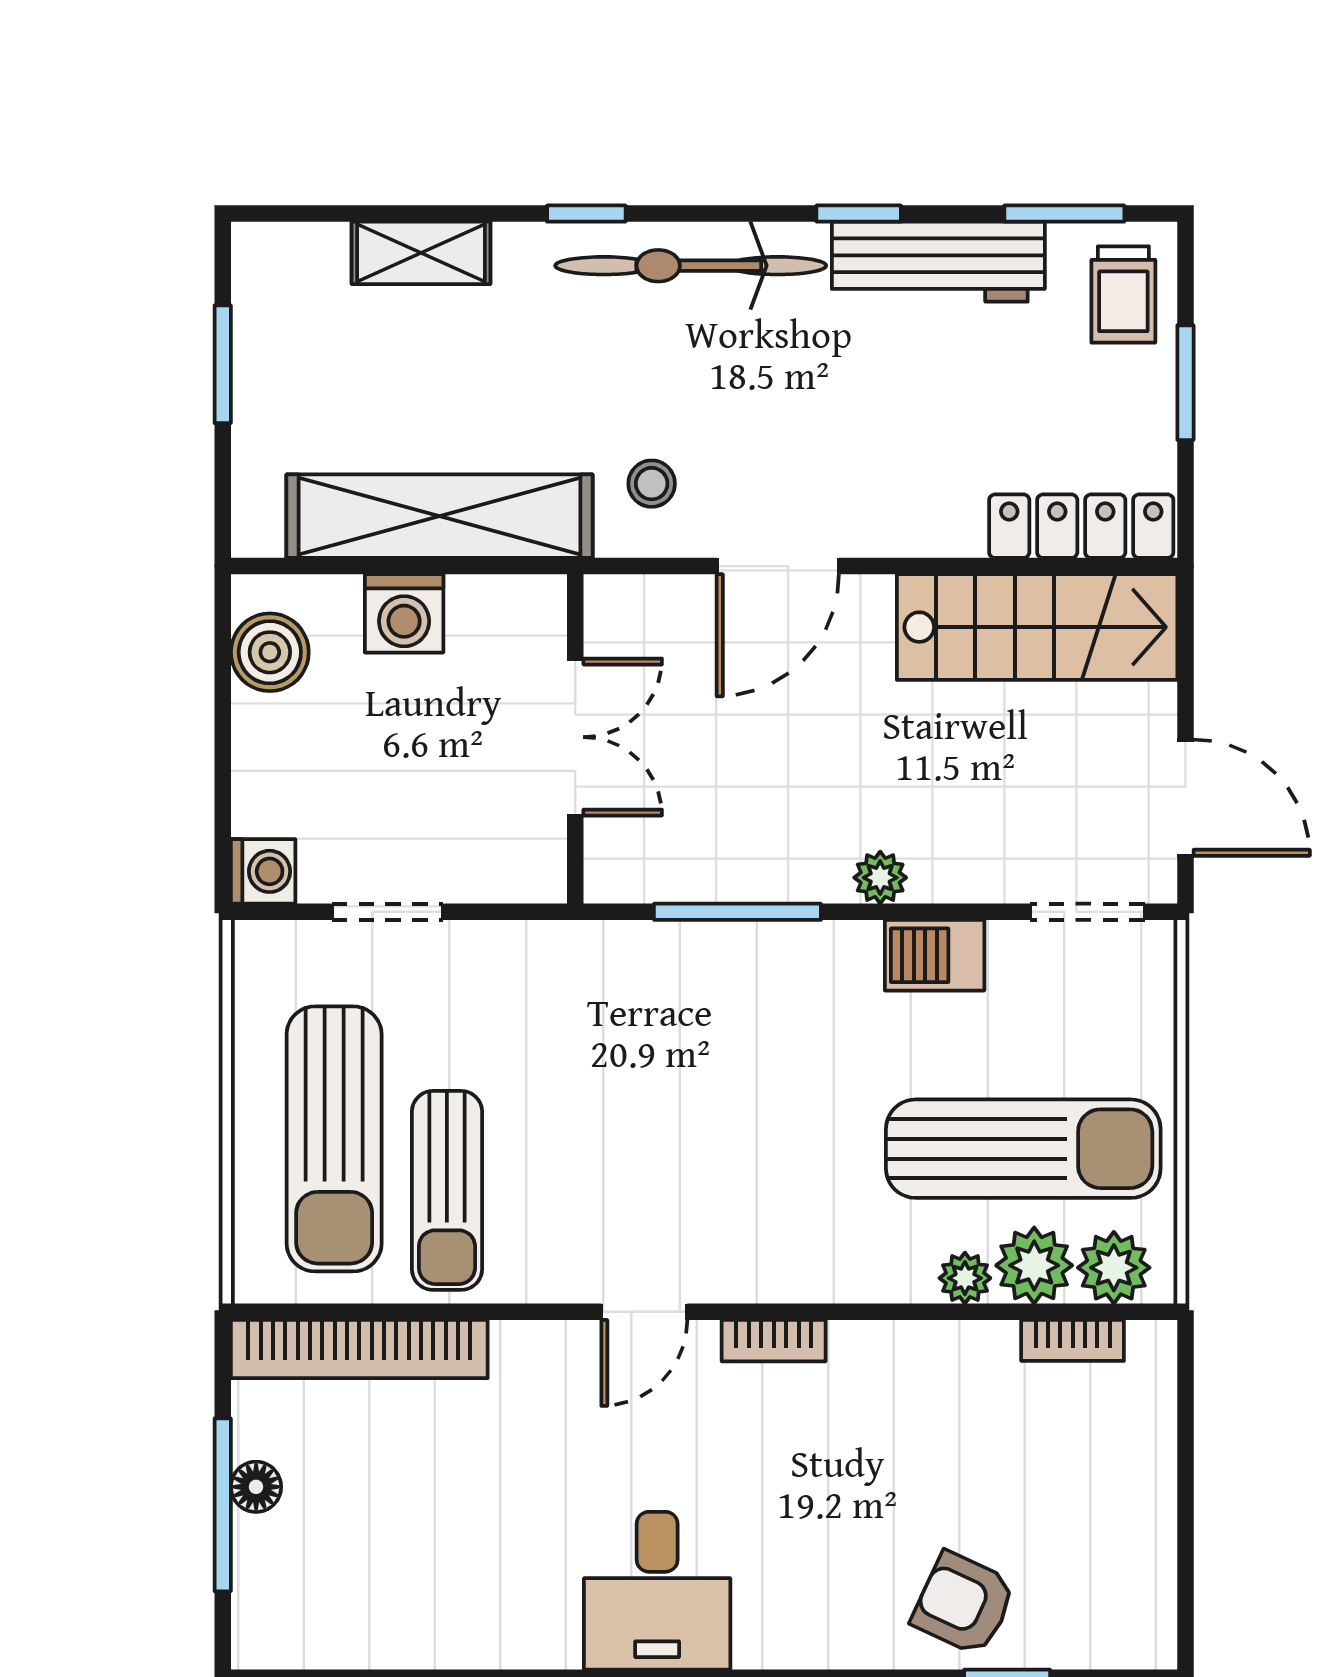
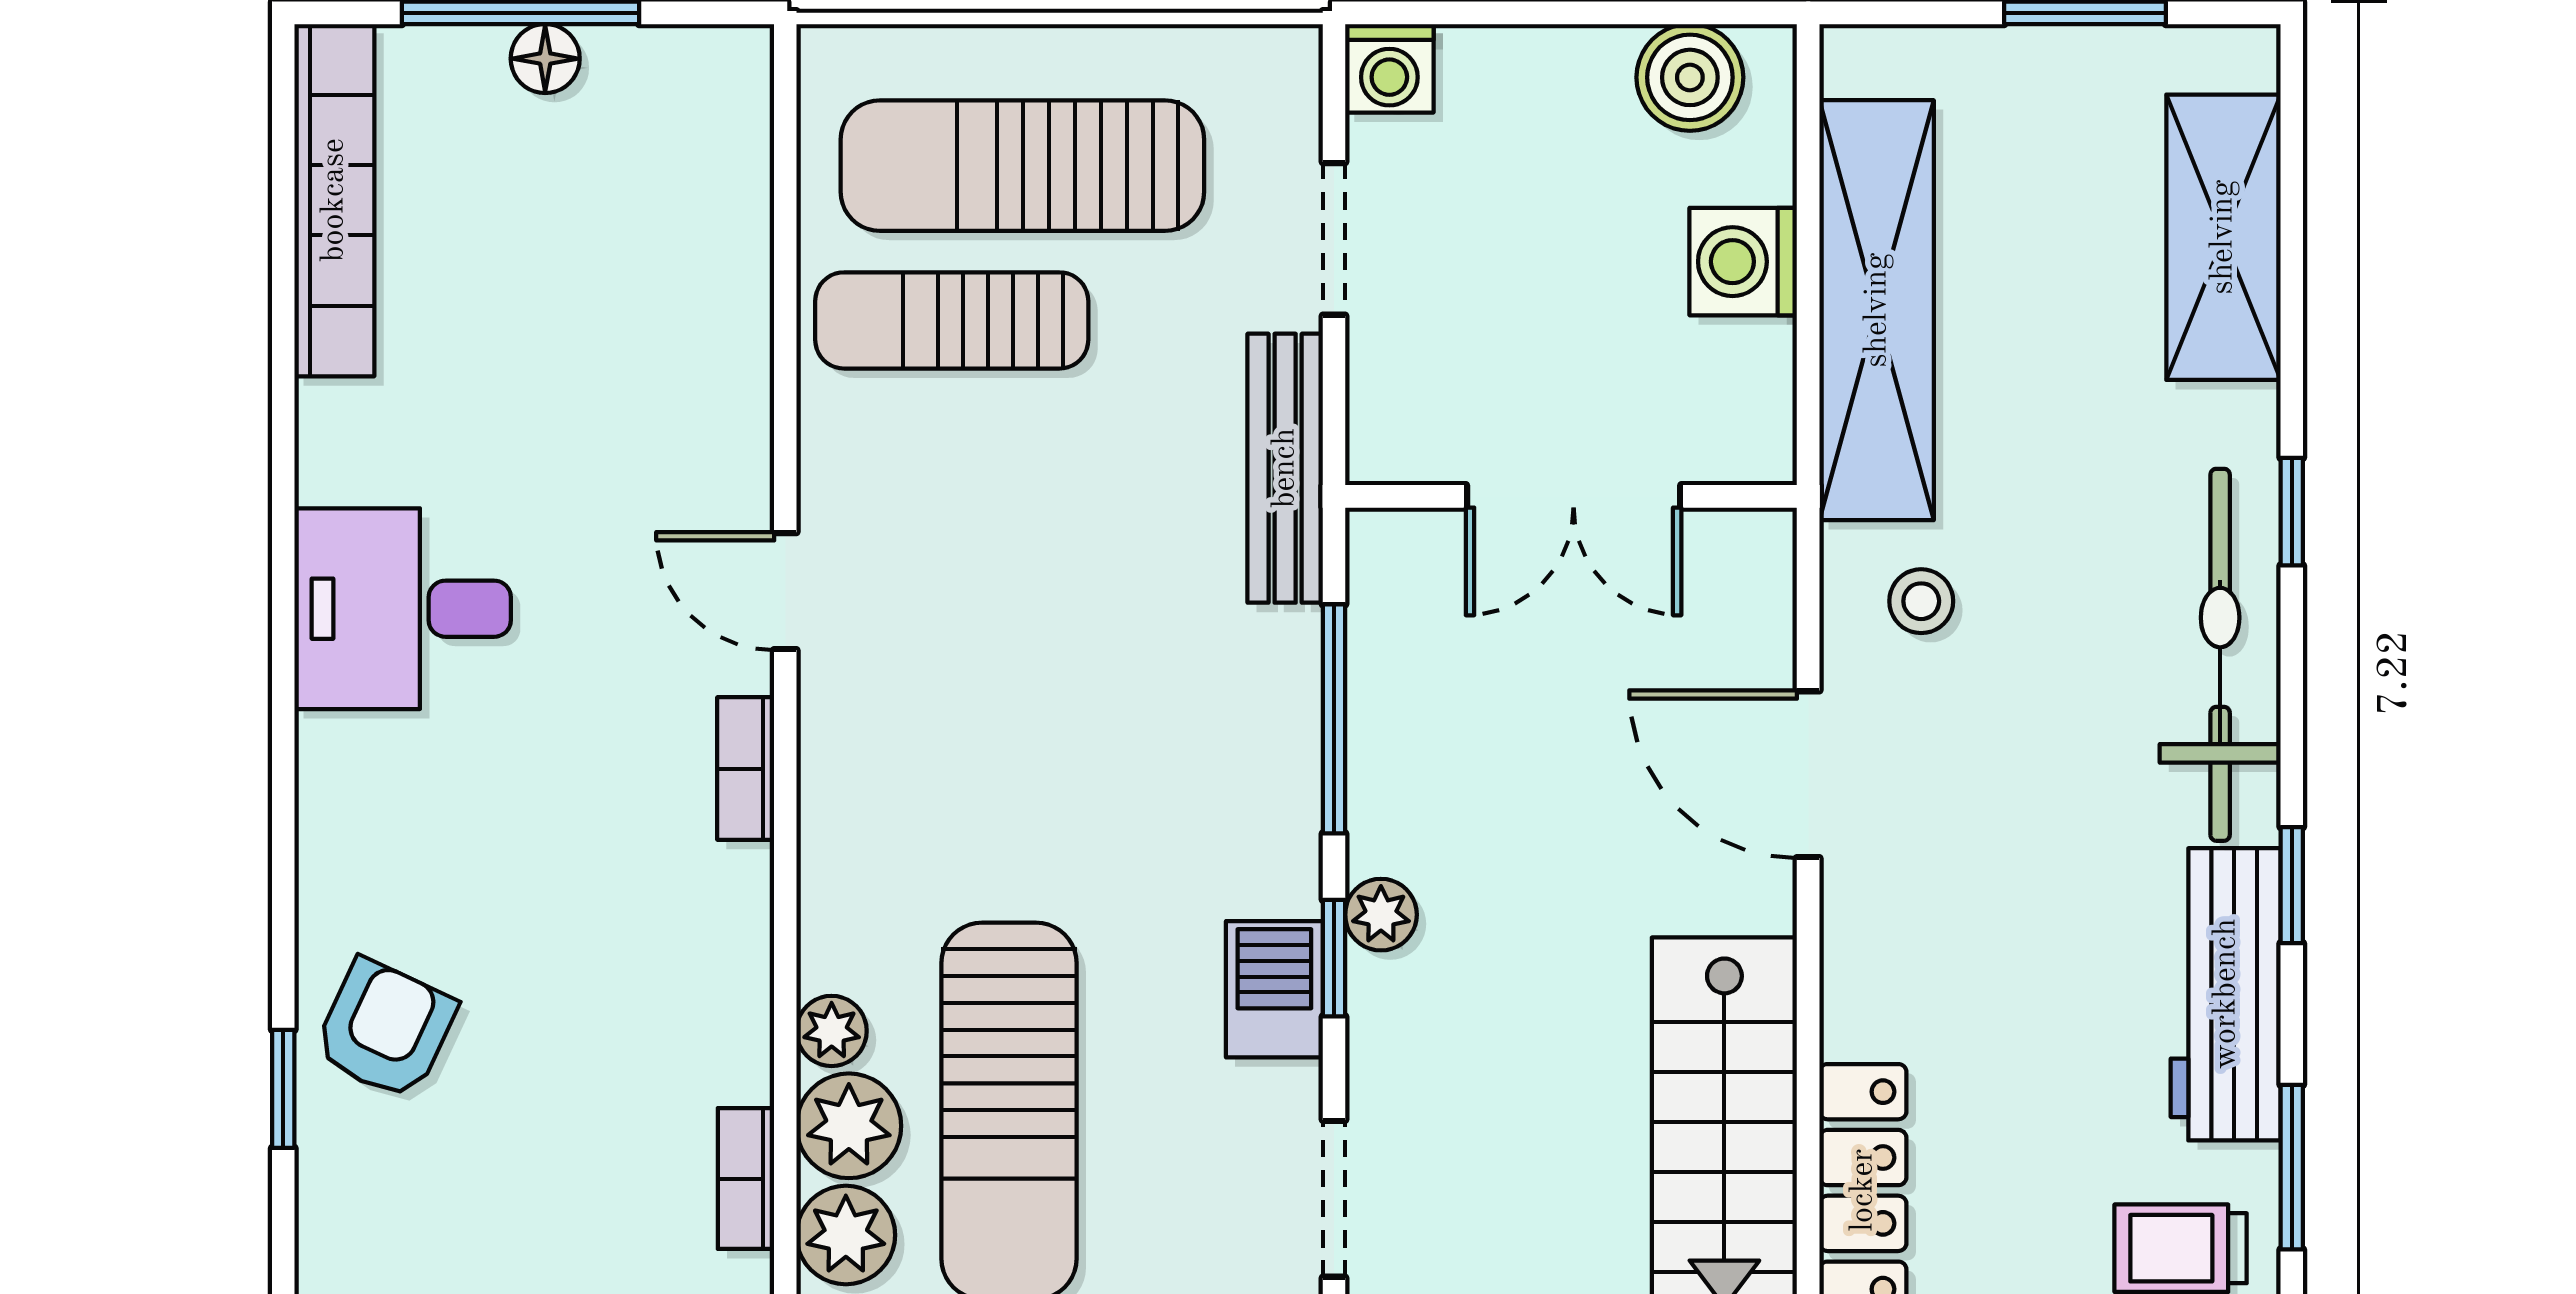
shelving: (421, 253) -> (2223, 237), width x1.50, depth x1.33
window: (912, 912) -> (1334, 958), added
bench: (555, 947) -> (1285, 468), added
bookcase: (359, 1349) -> (334, 200), moved, turned 180

